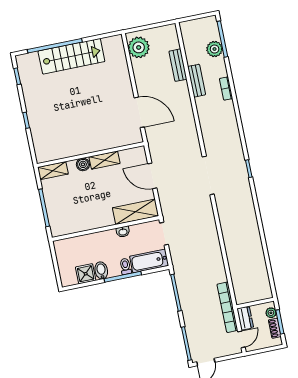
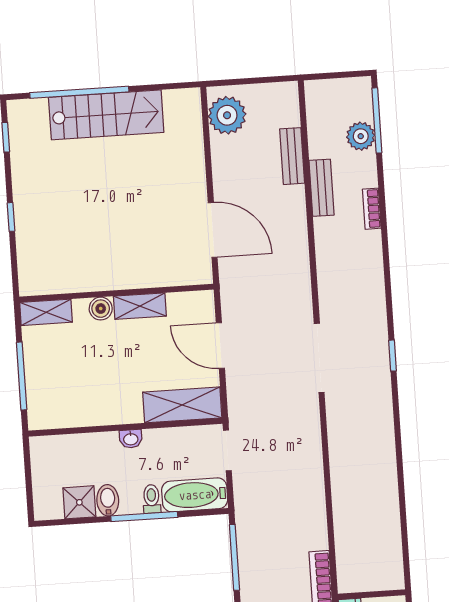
washbasin: (123, 232) -> (131, 439), moved

